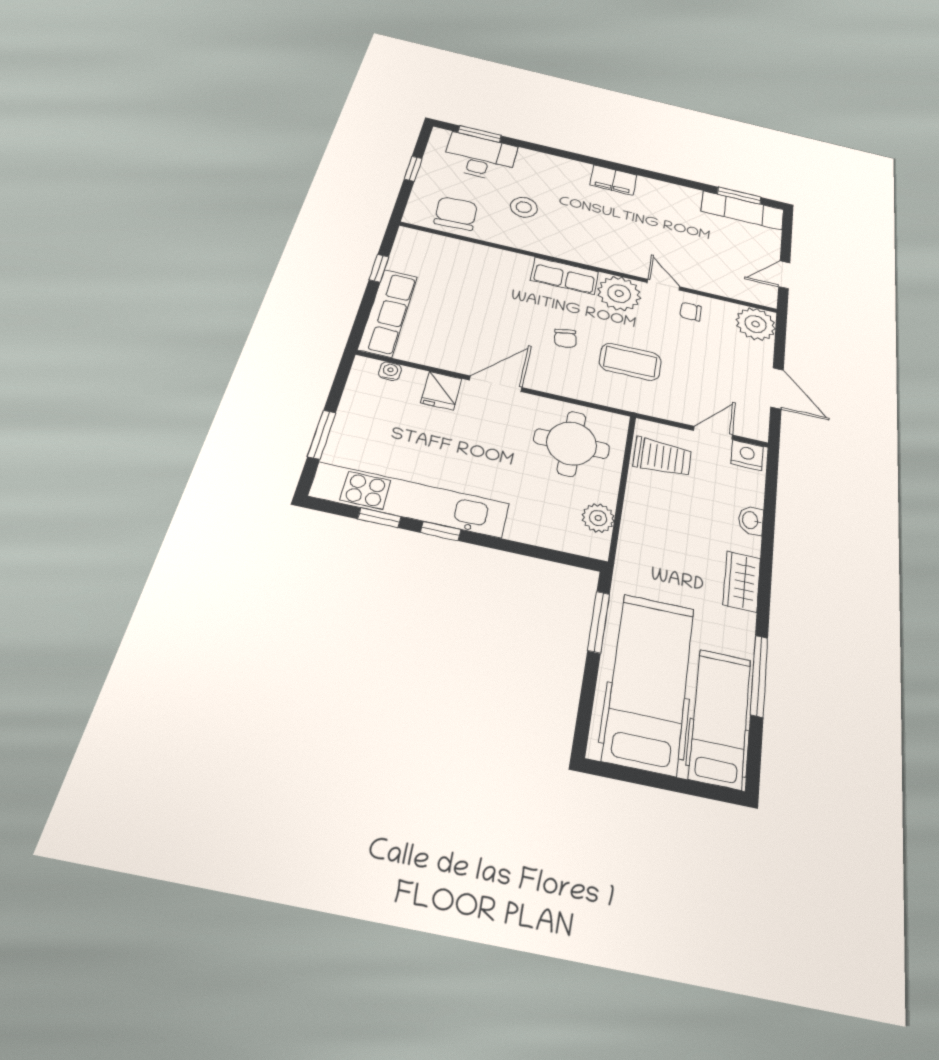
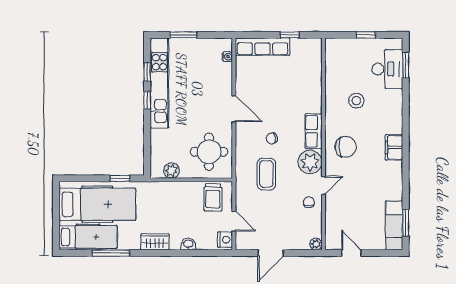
chair: (456, 213) -> (346, 147), moved
plant: (756, 324) -> (316, 244), width x0.53, depth x0.53
fridge: (441, 391) -> (223, 84), removed
window: (599, 622) -> (120, 178), width x0.67

